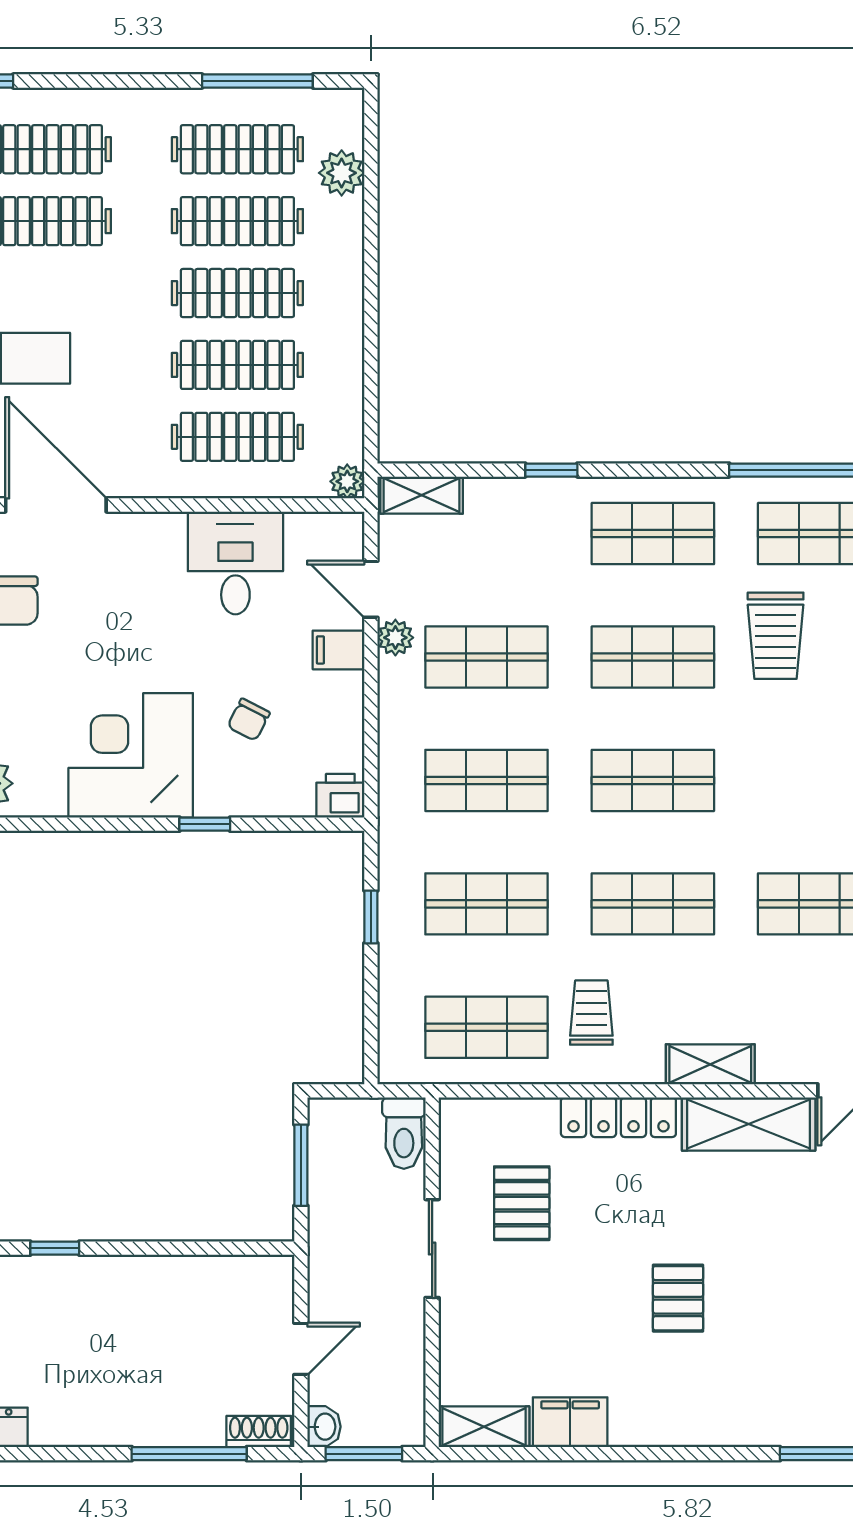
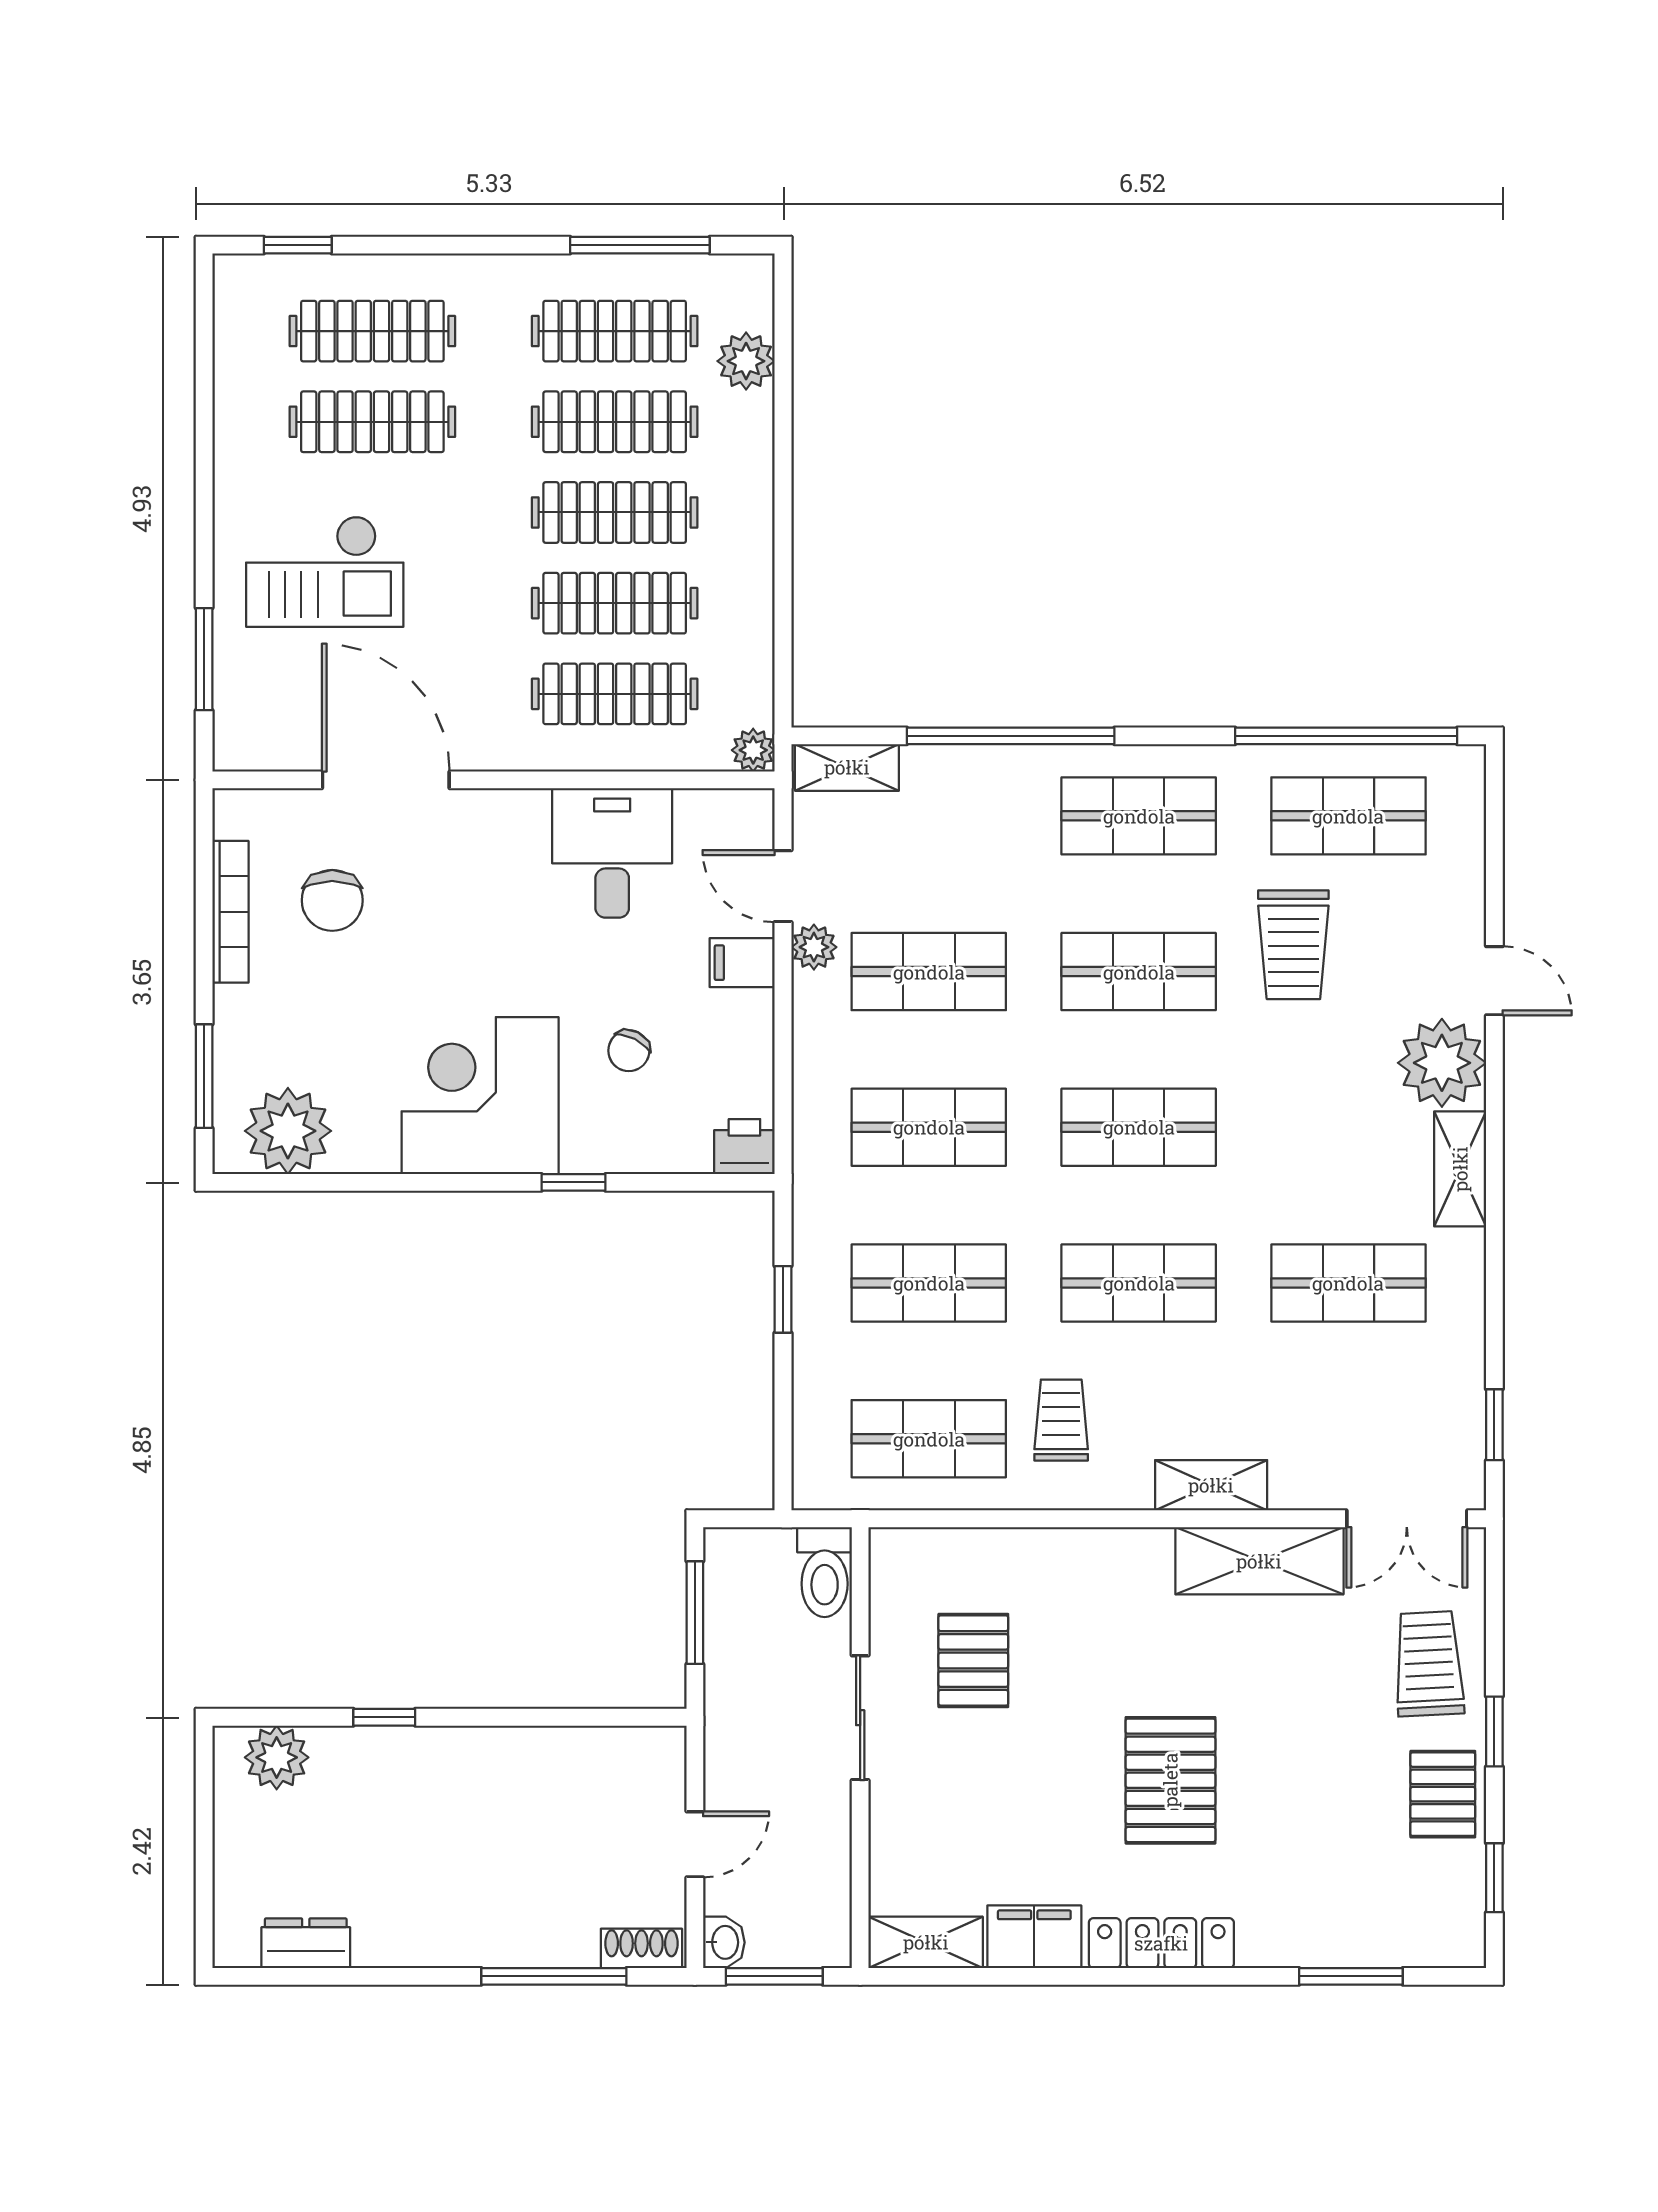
window: (551, 470) -> (1011, 736), width x3.17
locker: (618, 1117) -> (1161, 1943), moved, turned 180
pallet: (678, 1298) -> (1170, 1780), width x1.50, depth x1.42

